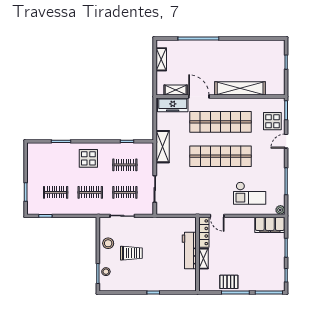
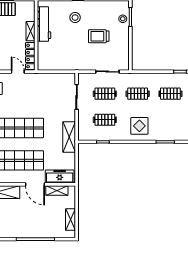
stool: (108, 243) -> (75, 18), moved
workbench: (189, 250) -> (44, 24), moved

